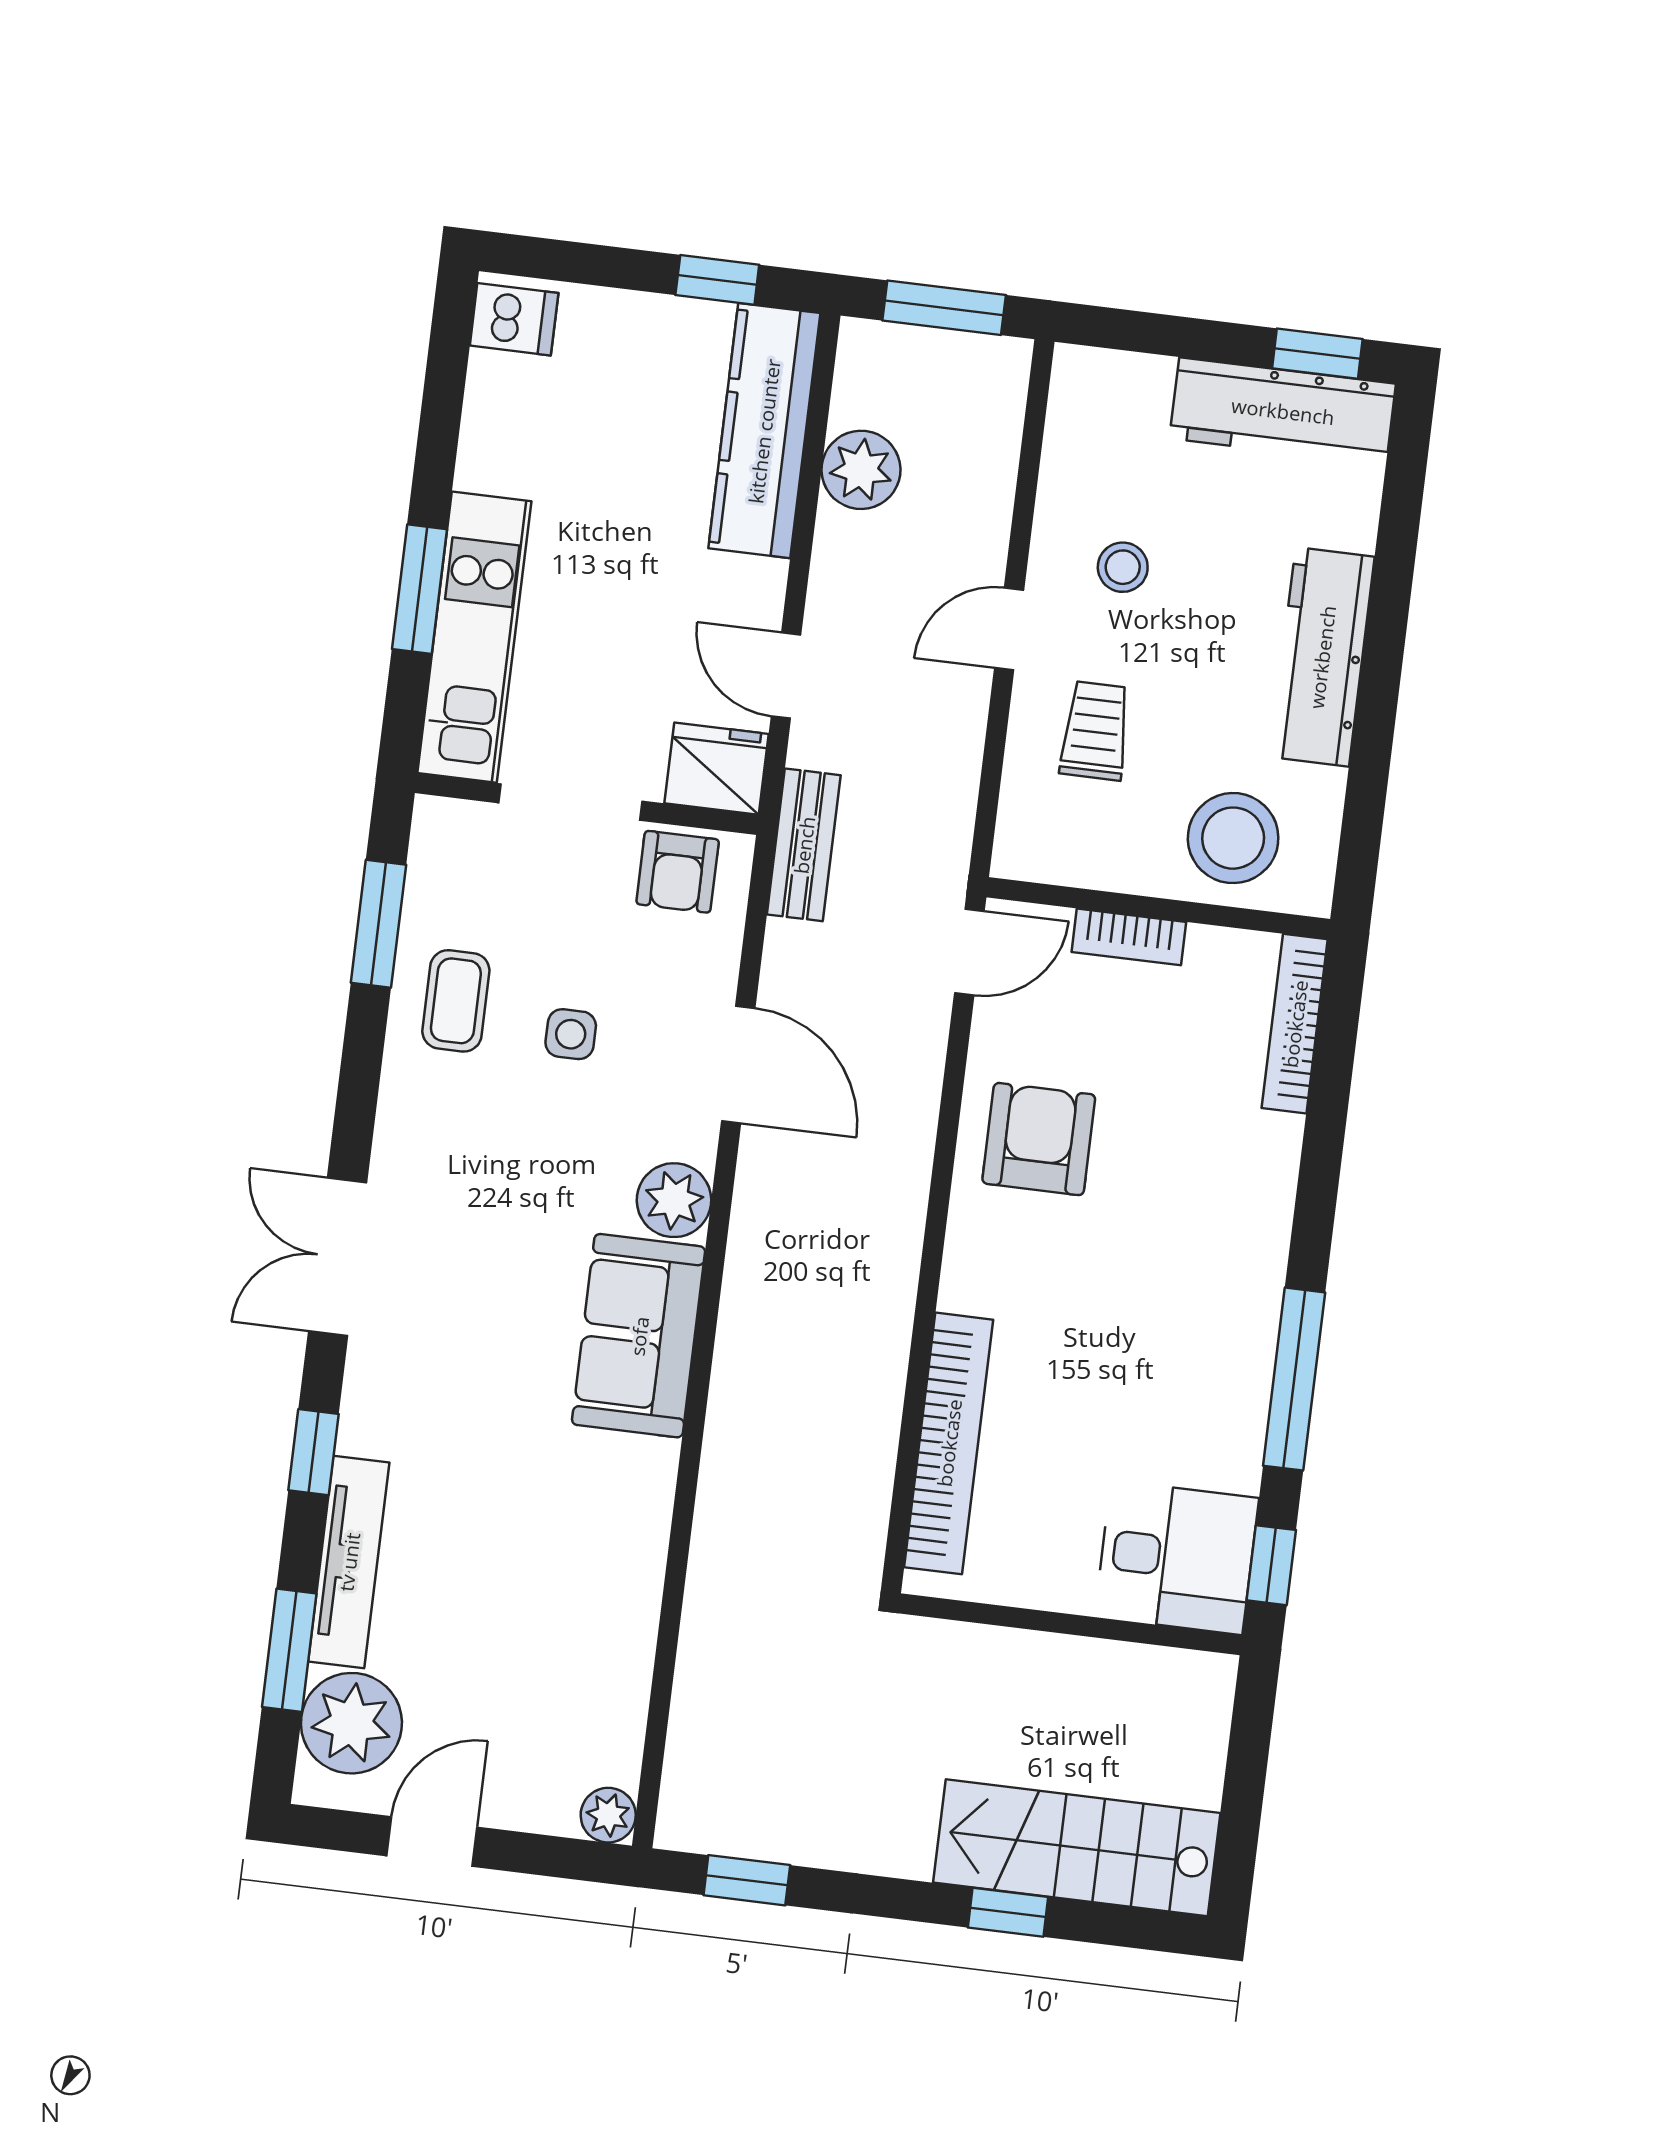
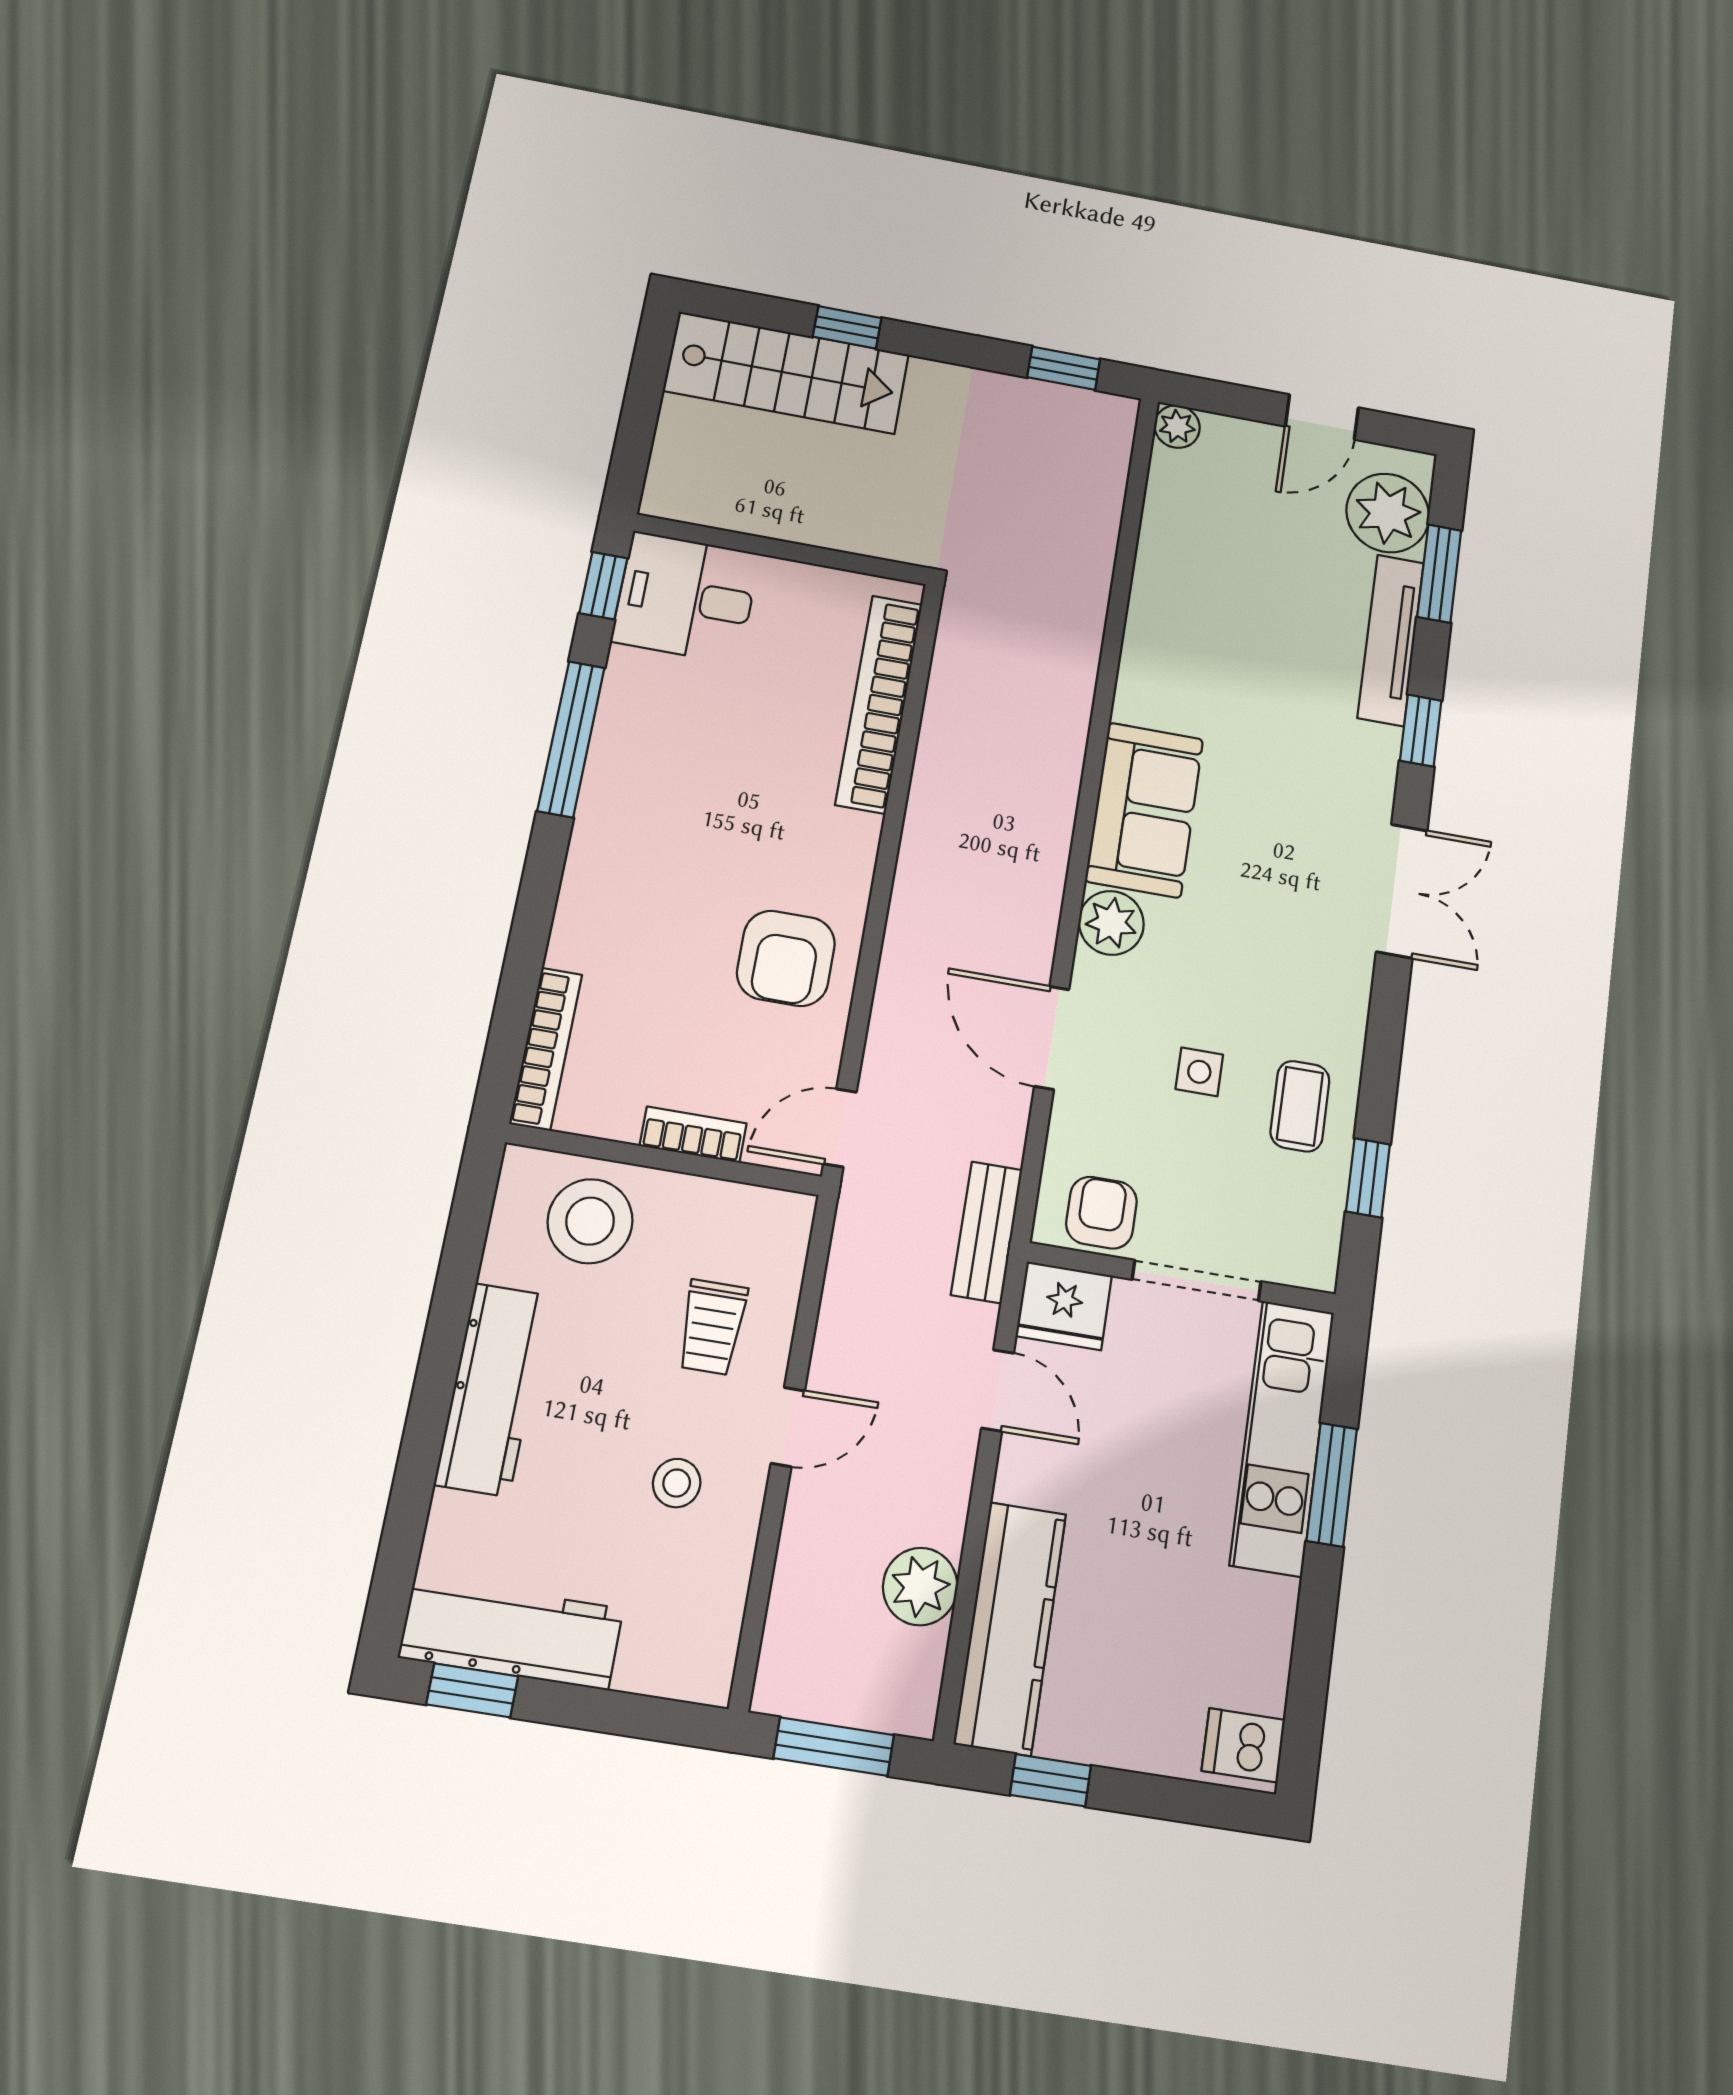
window: (378, 924) -> (1368, 1178), width x0.67

